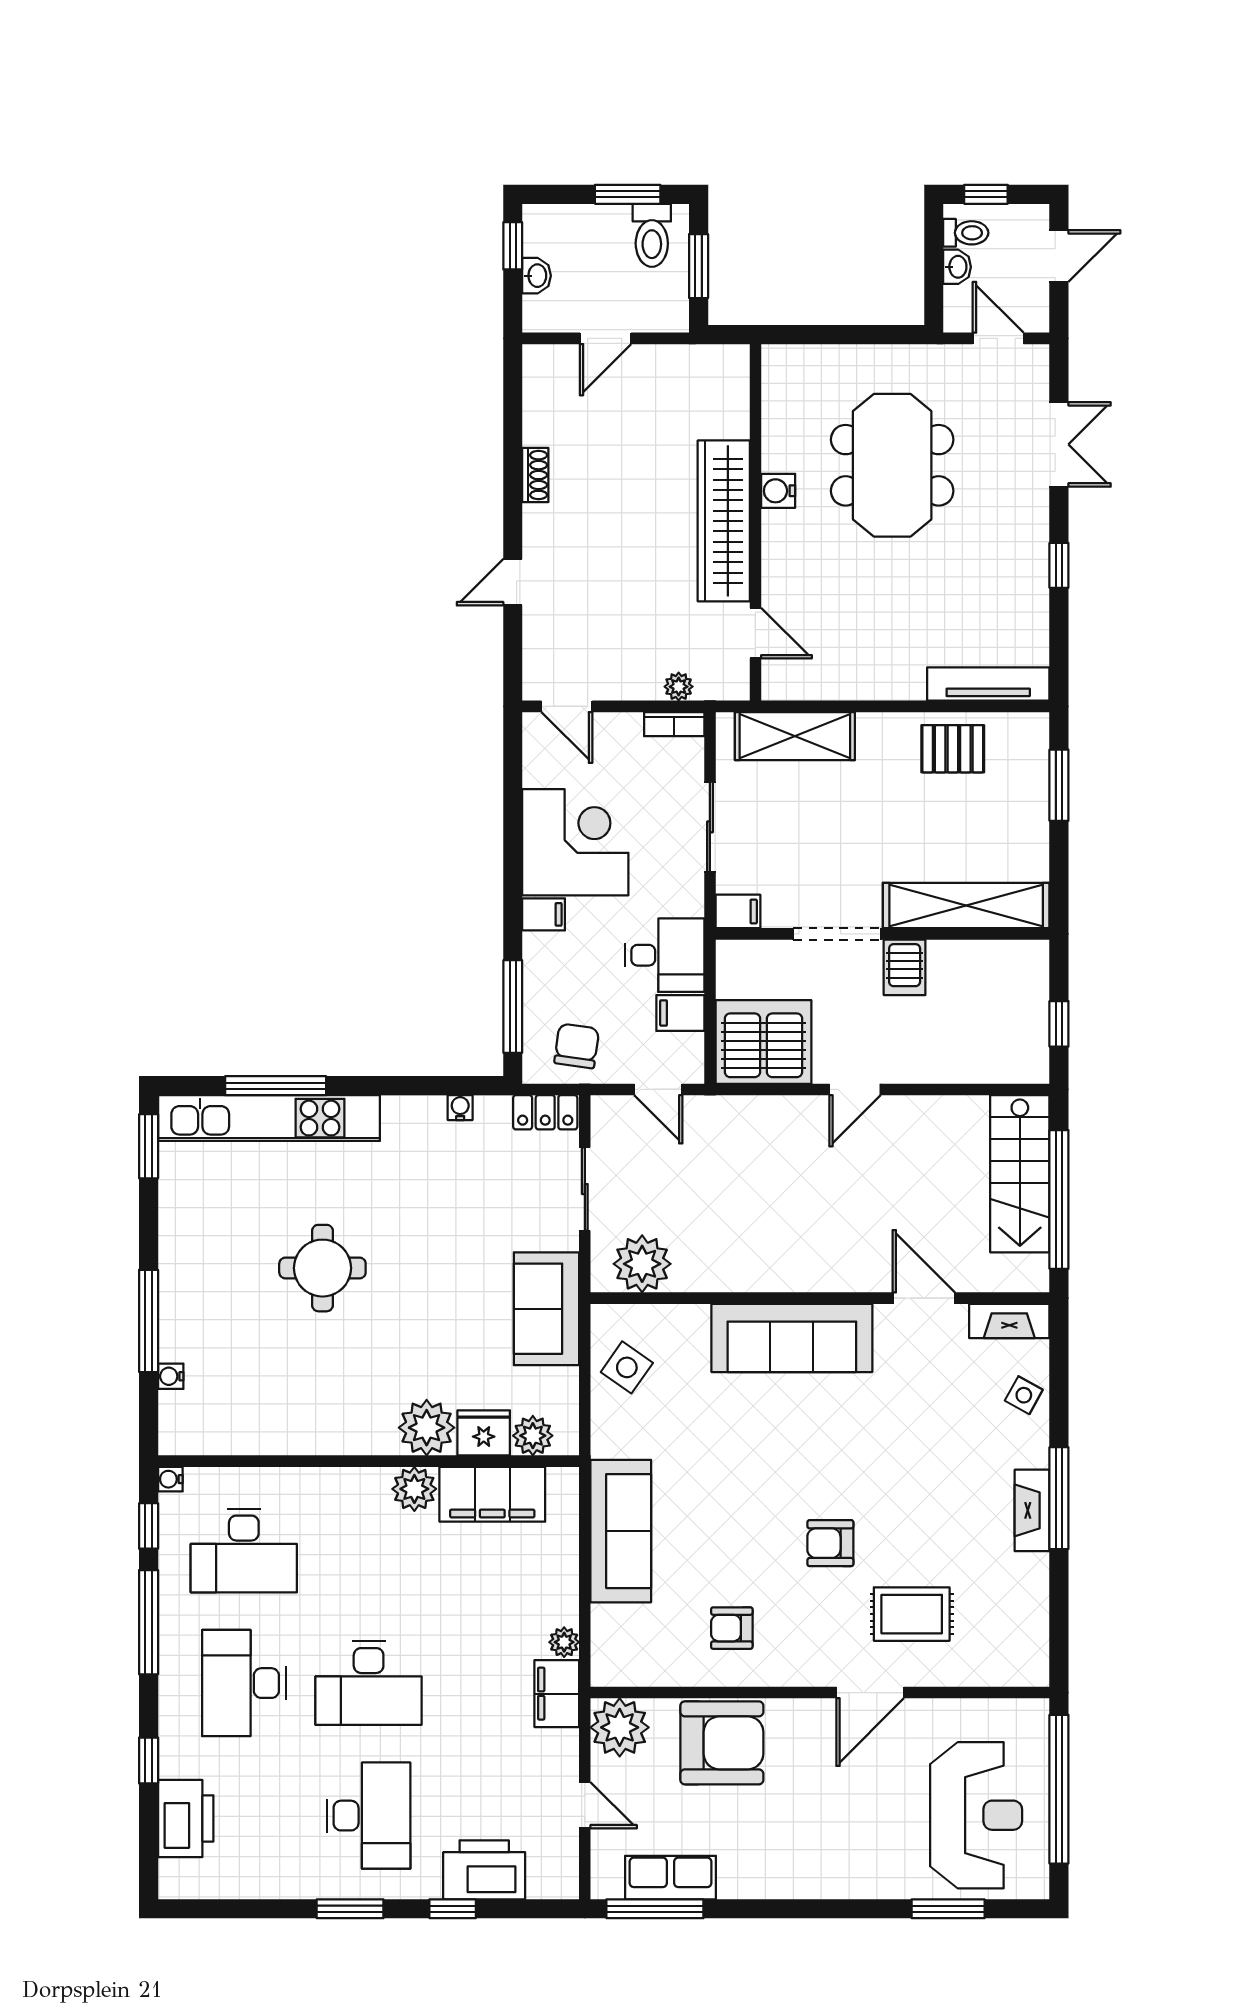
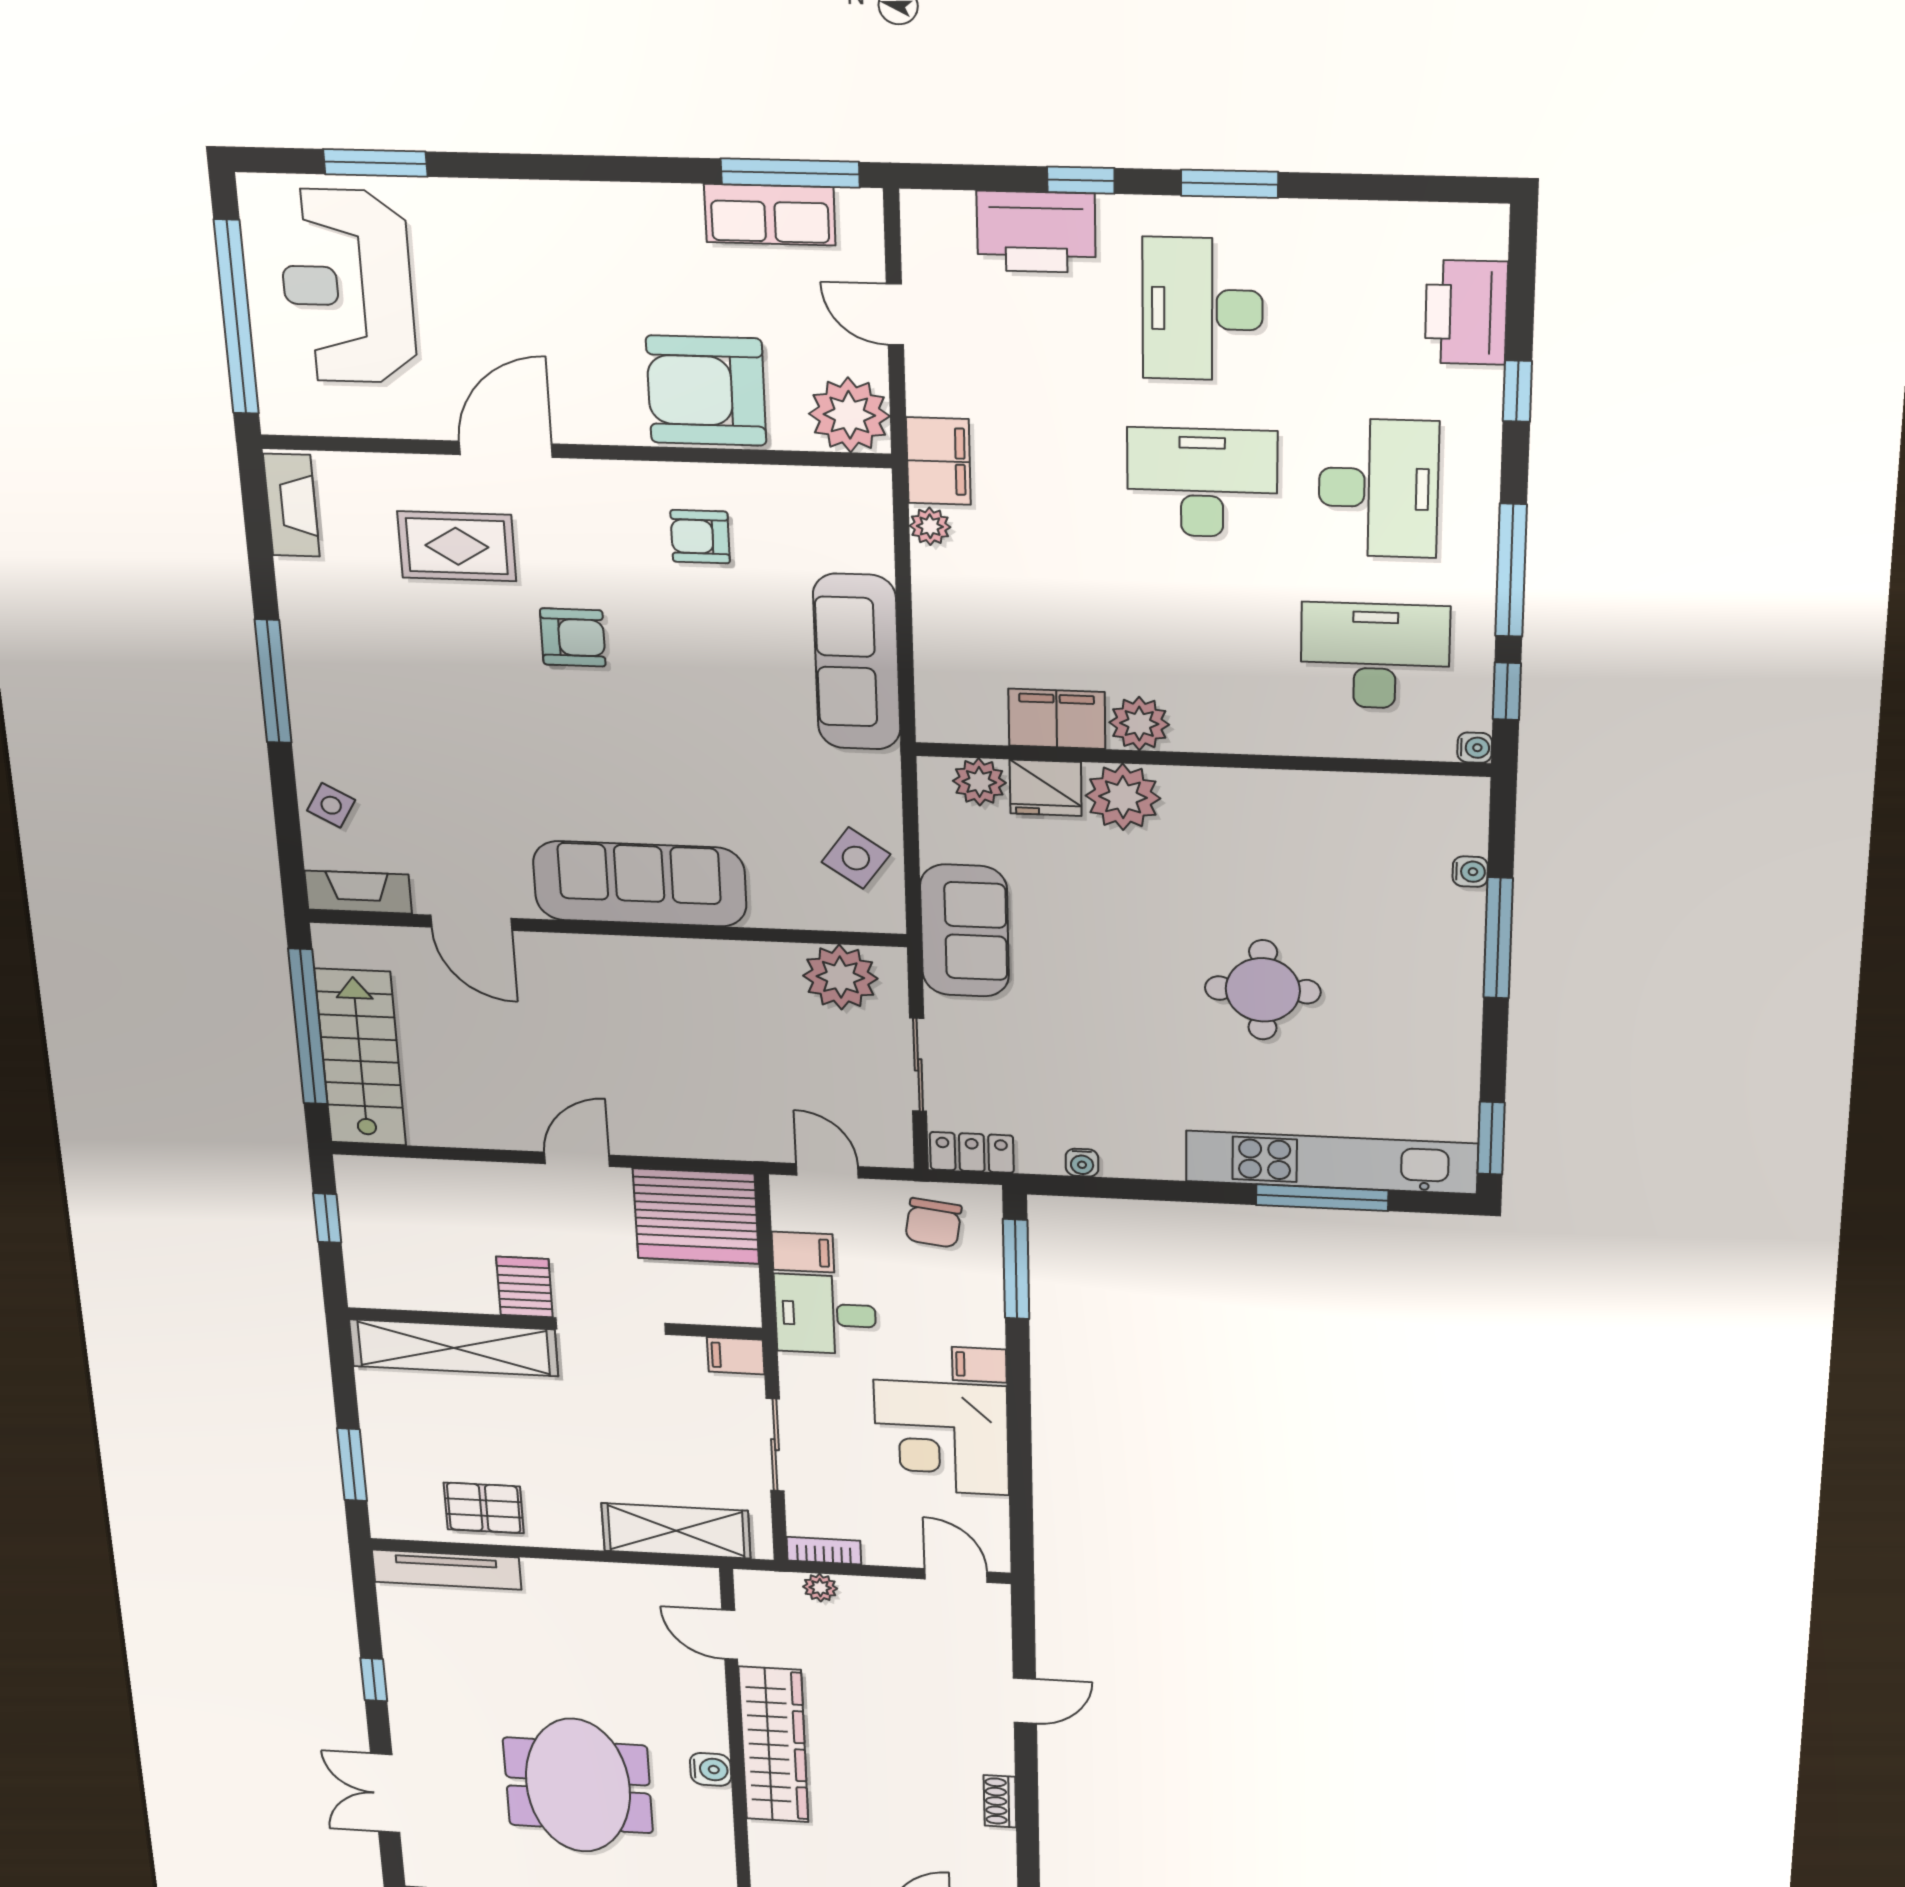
filing cabinet: (492, 1494) -> (1057, 719), width x0.67, depth x0.86
fireplace: (1032, 1510) -> (291, 505), moved
armchair: (732, 1628) -> (700, 537), turned 180

